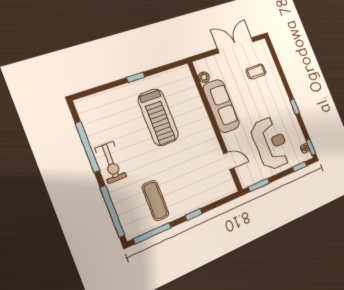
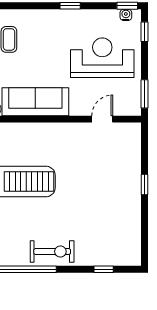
exercise mat: (155, 201) -> (112, 220), removed
window: (112, 211) -> (104, 269), width x0.32
window: (152, 233) -> (145, 237), removed

